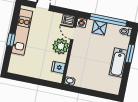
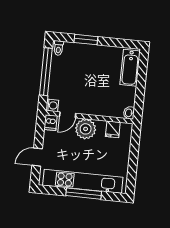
shower: (99, 28) -> (57, 82), removed
kitchen unit: (22, 32) -> (83, 181), width x1.36
window: (11, 40) -> (84, 194), width x2.17
bathtub: (118, 62) -> (130, 68), moved, turned 90

